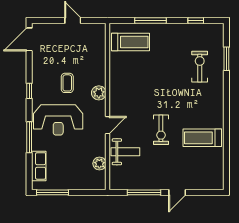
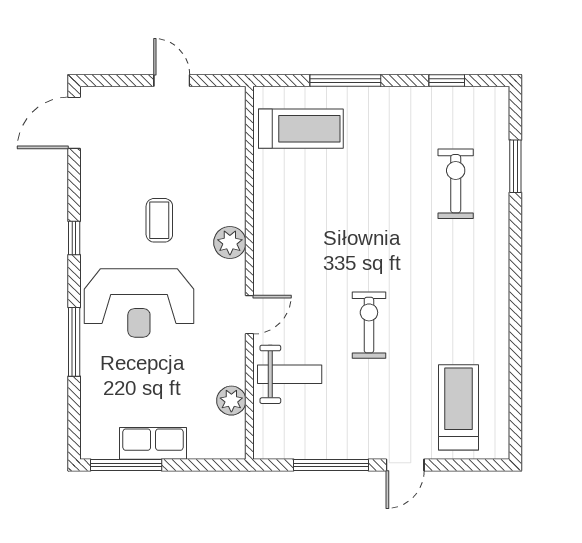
exercise bike: (161, 130) -> (369, 325), turned 180
treadmill: (202, 138) -> (459, 407), moved, turned 90
row of seats: (39, 166) -> (153, 443), moved, turned -90

